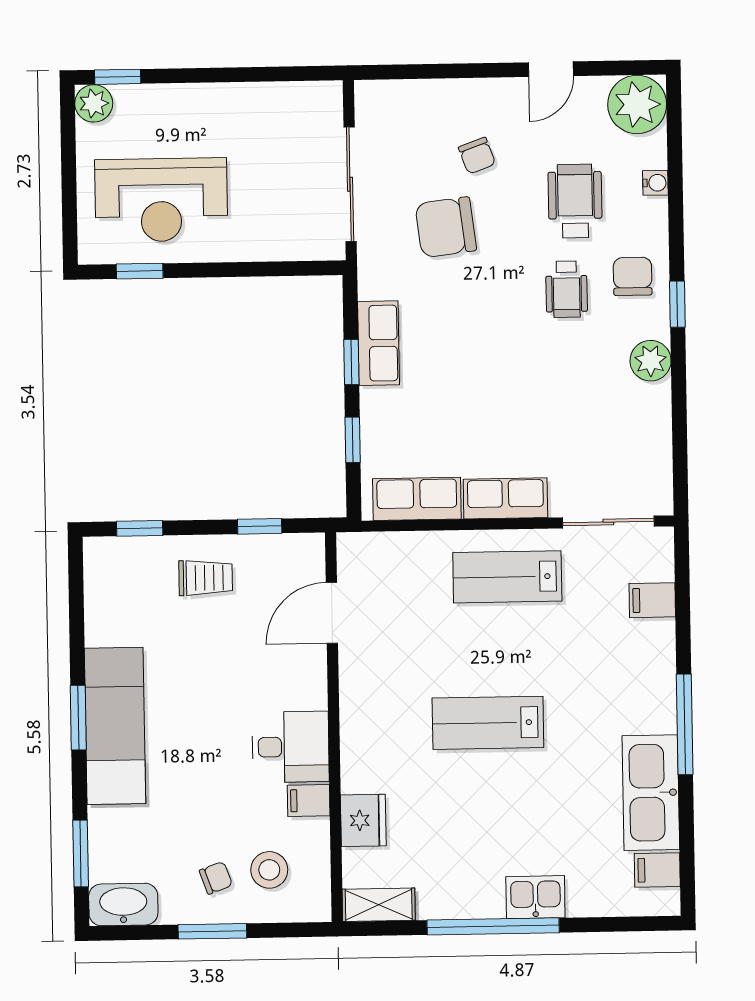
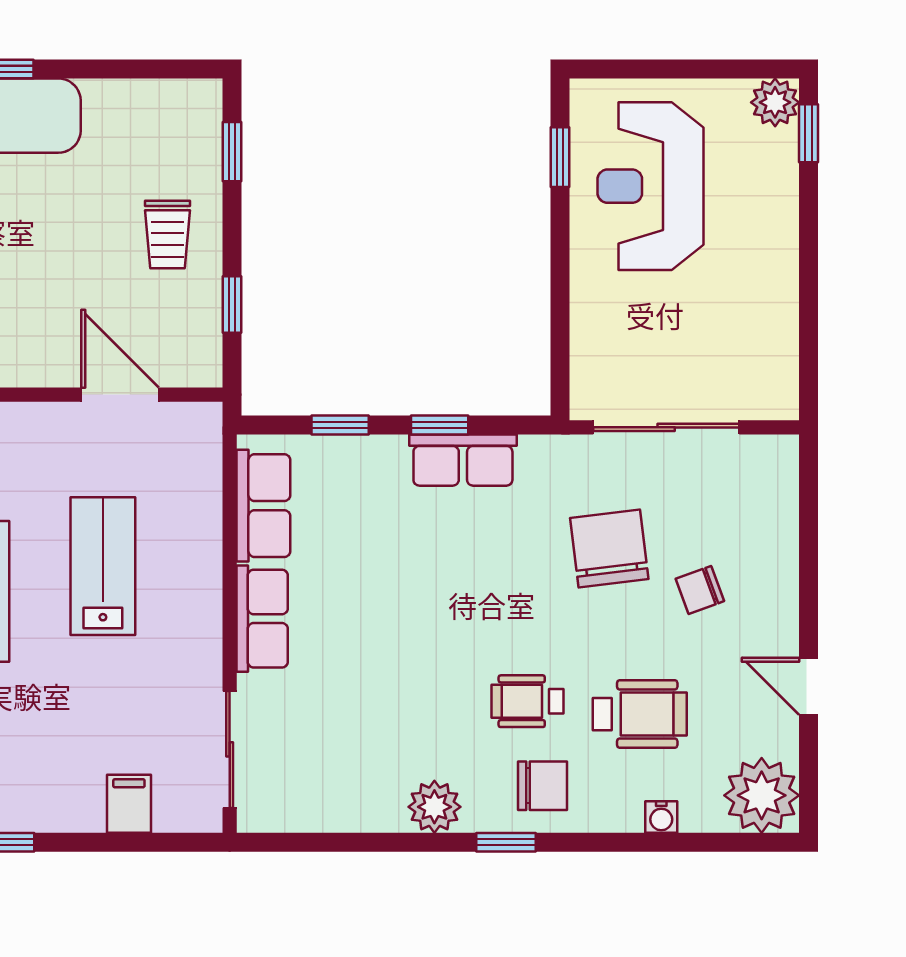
lab bench: (507, 577) -> (103, 566), moved

